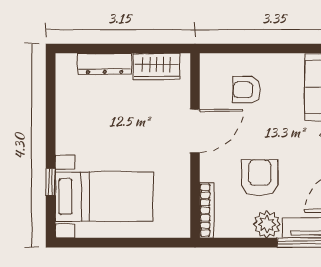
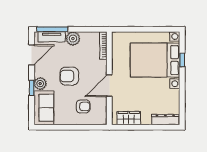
dresser: (105, 64) -> (165, 120), moved
armchair: (260, 178) -> (69, 76), moved, turned 90
bed with nightstands: (104, 197) -> (155, 60), width x1.36

